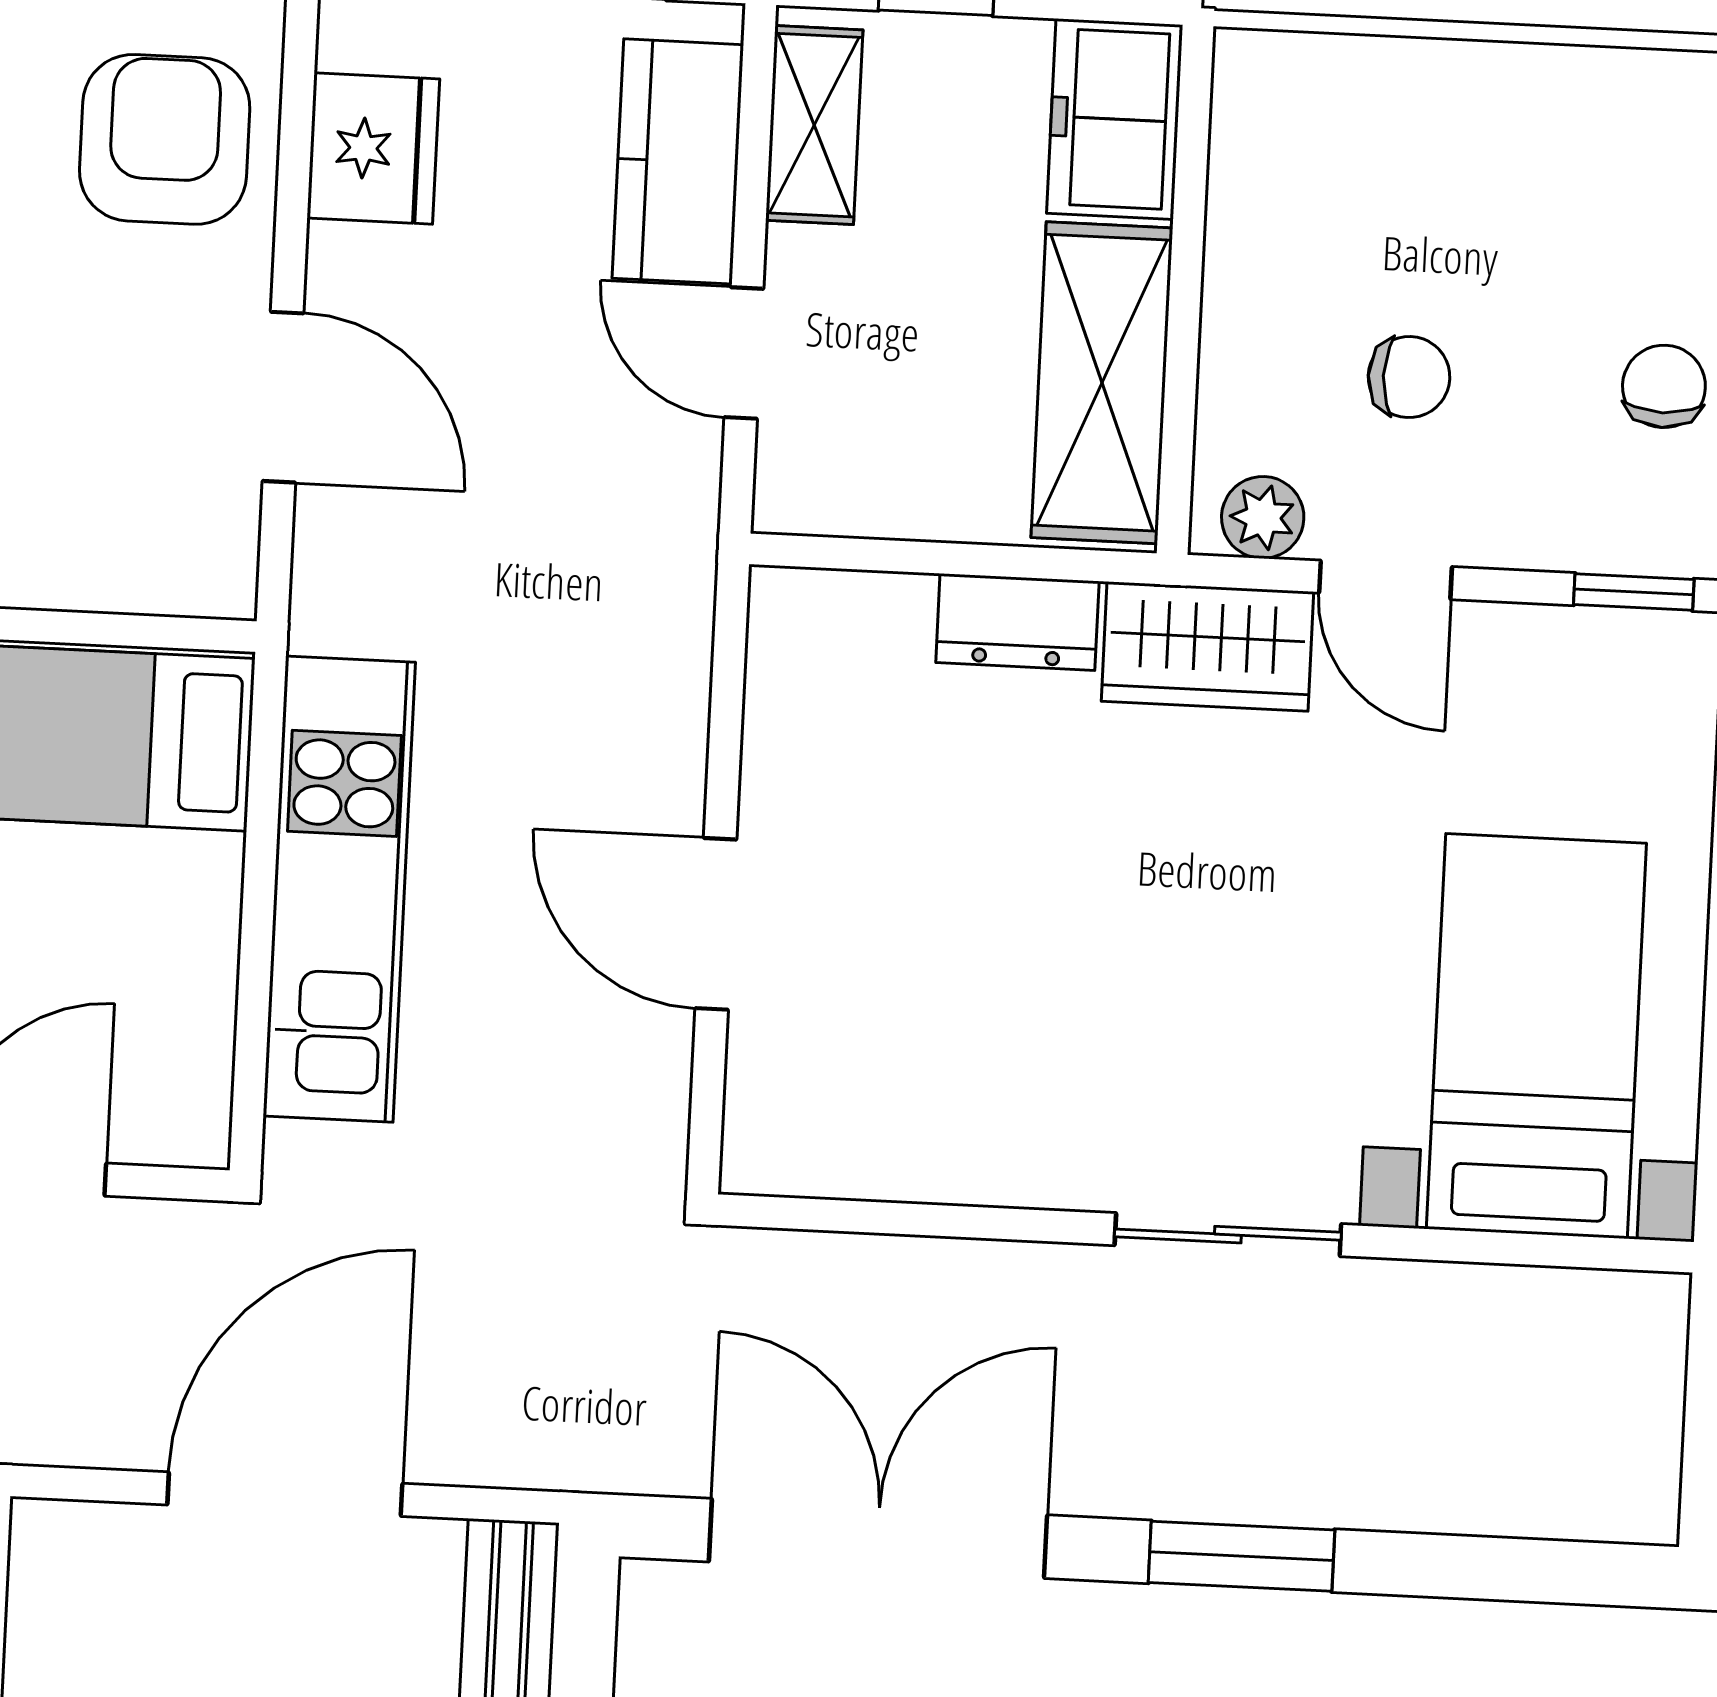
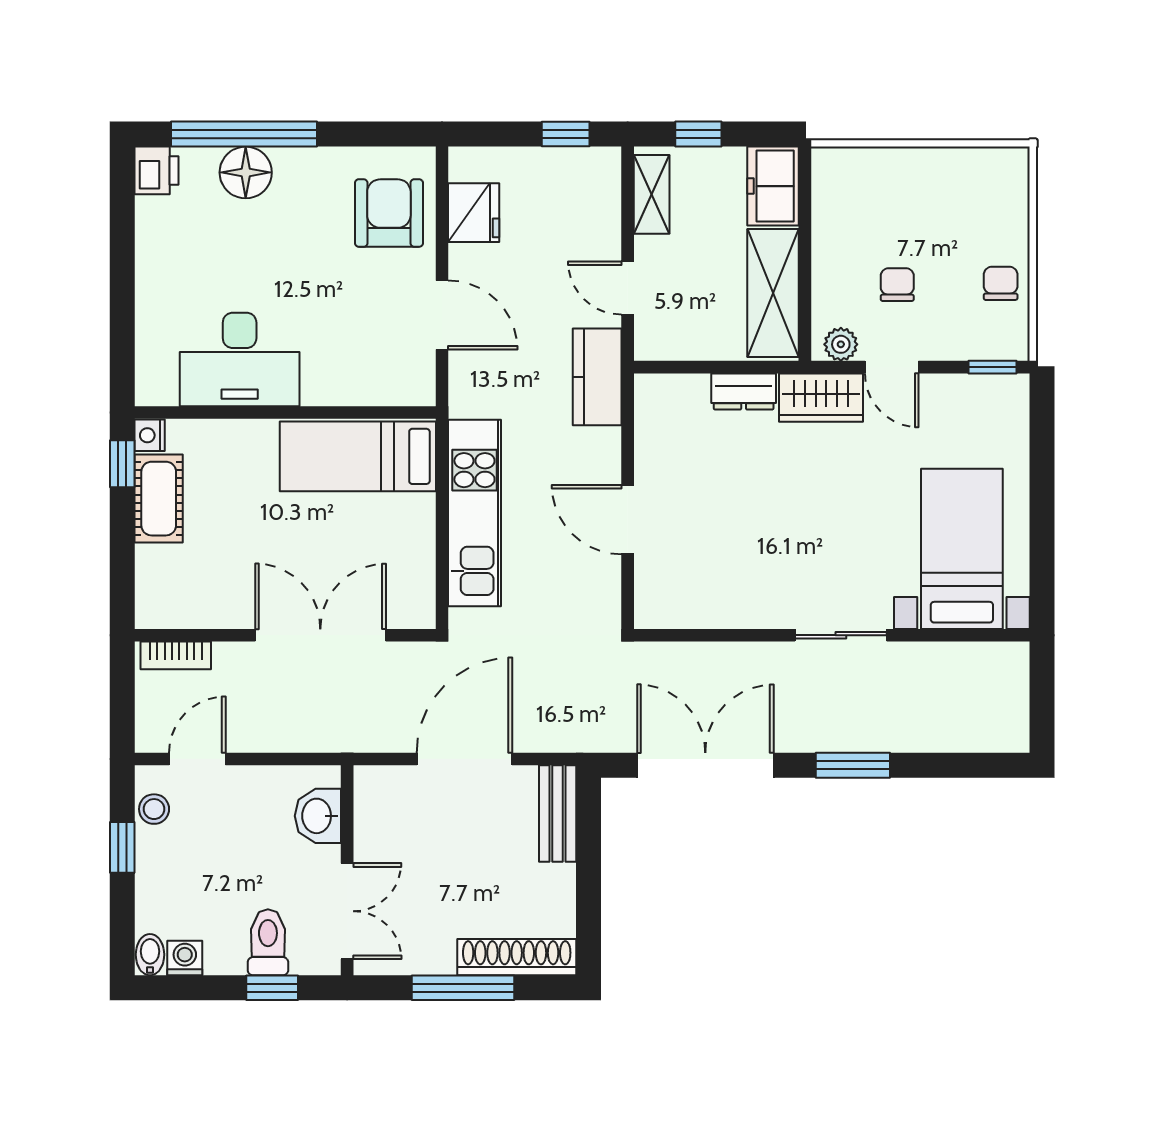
kitchen counter: (678, 161) -> (597, 377), moved
chair: (1409, 377) -> (897, 285), turned -90

